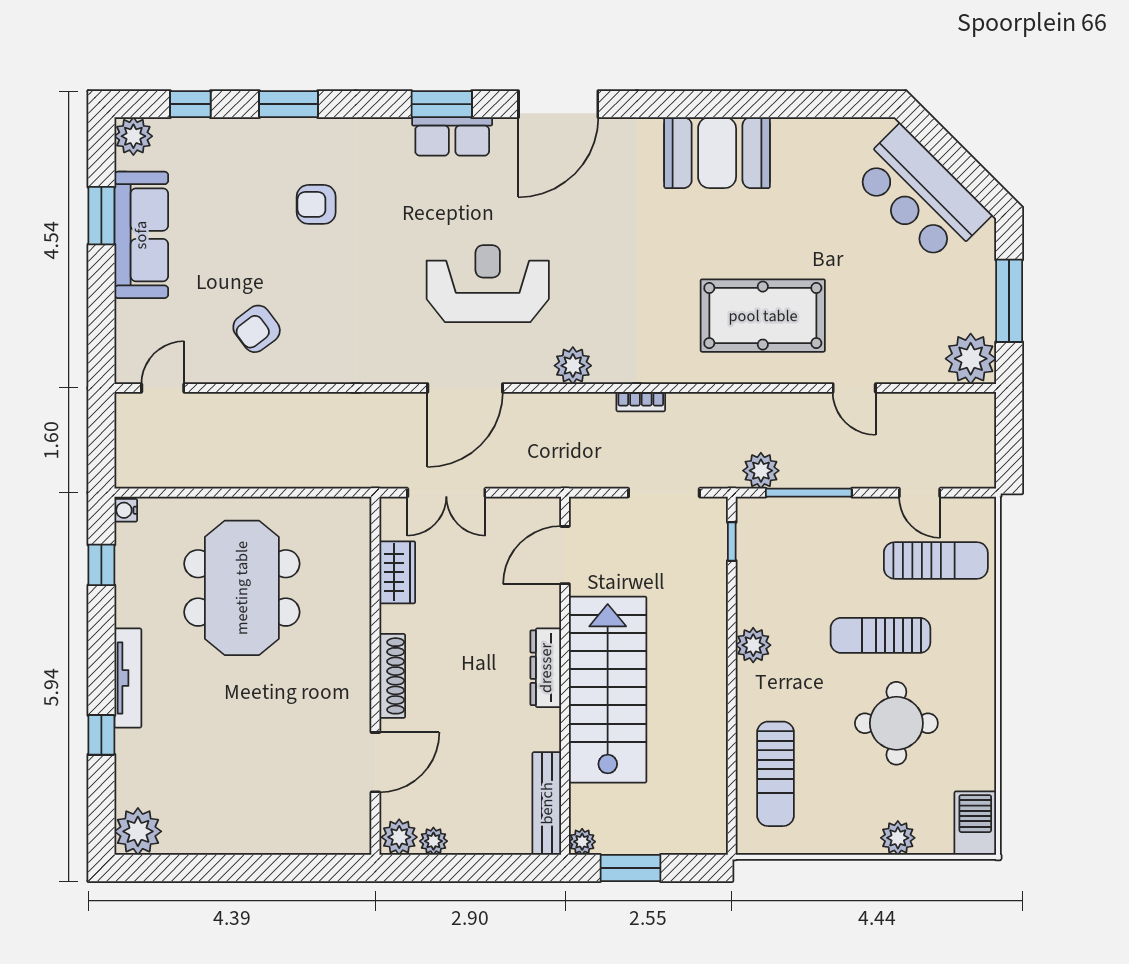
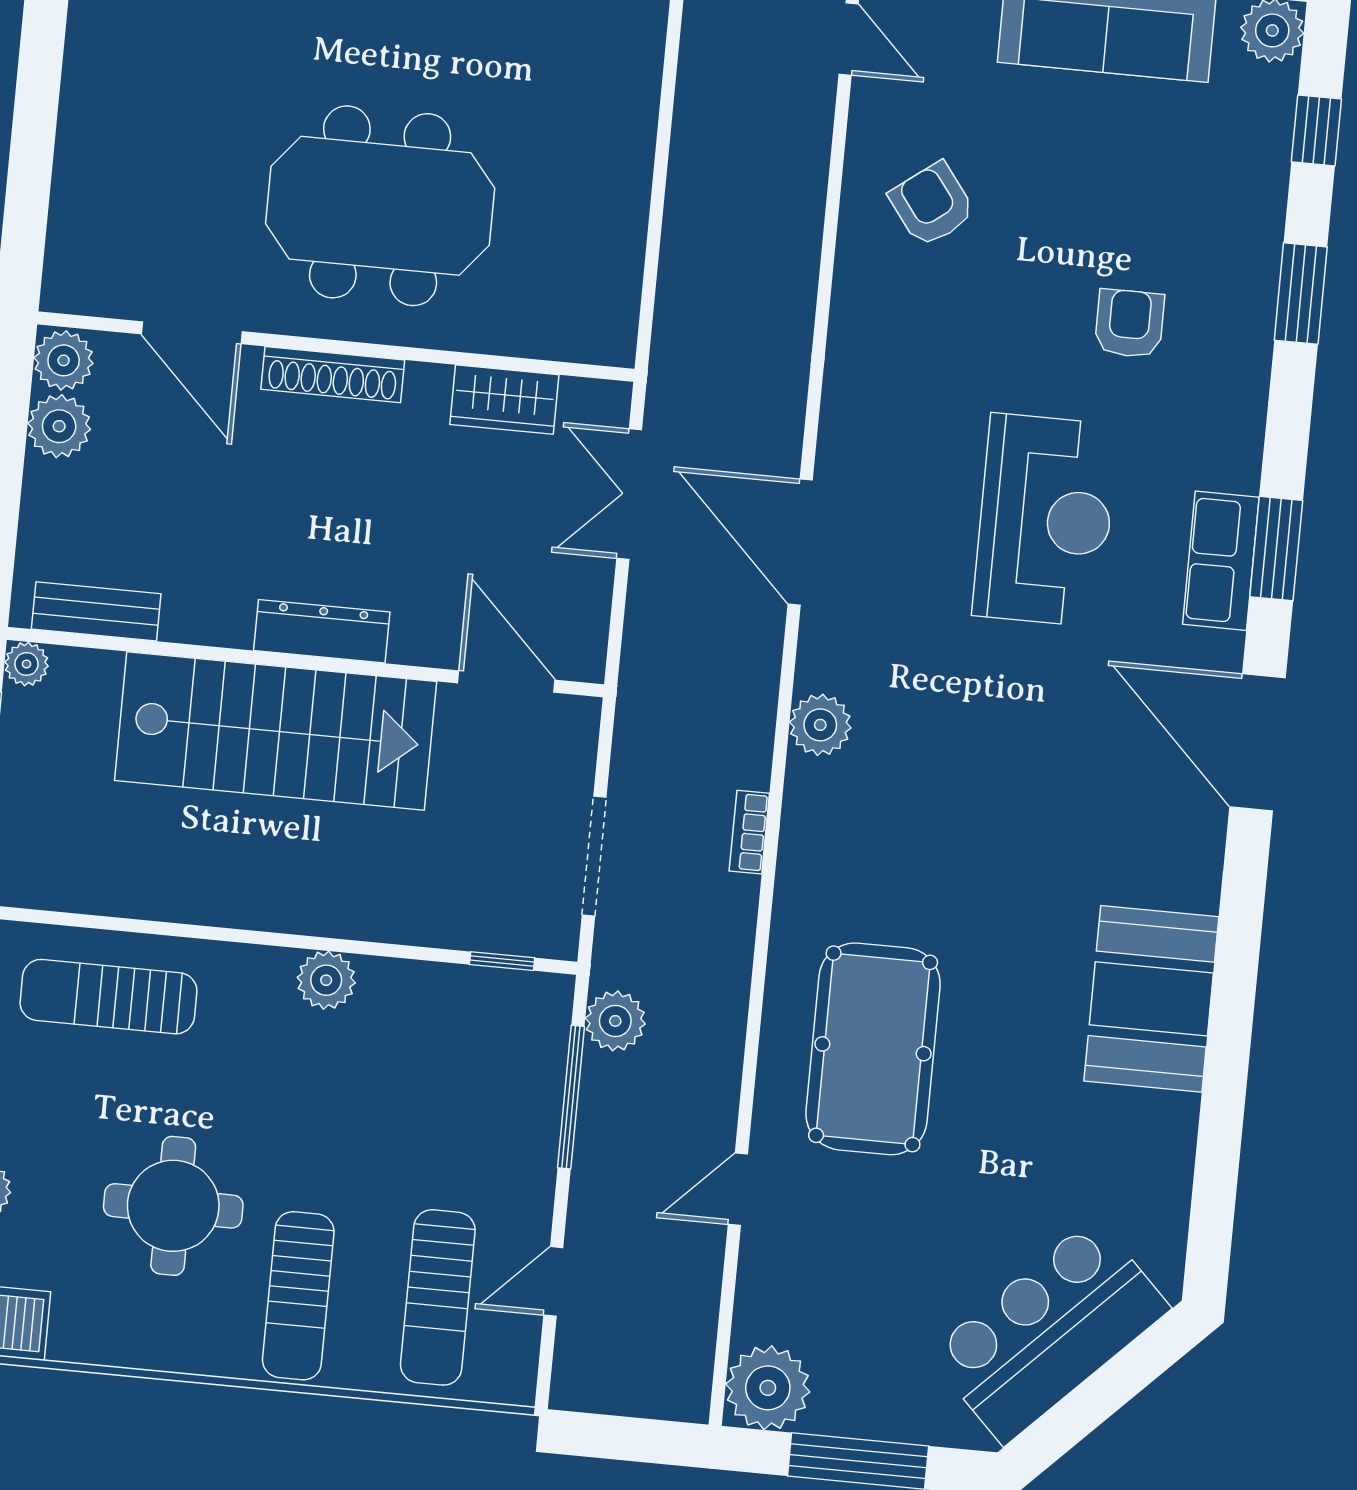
reception desk: (488, 284) -> (1045, 520), moved
meeting table: (242, 588) -> (380, 206), moved
sun lounger: (880, 635) -> (298, 1296), moved, turned 180
bench: (547, 803) -> (96, 611), width x0.73
plant: (433, 841) -> (59, 426), width x1.38, depth x1.38

